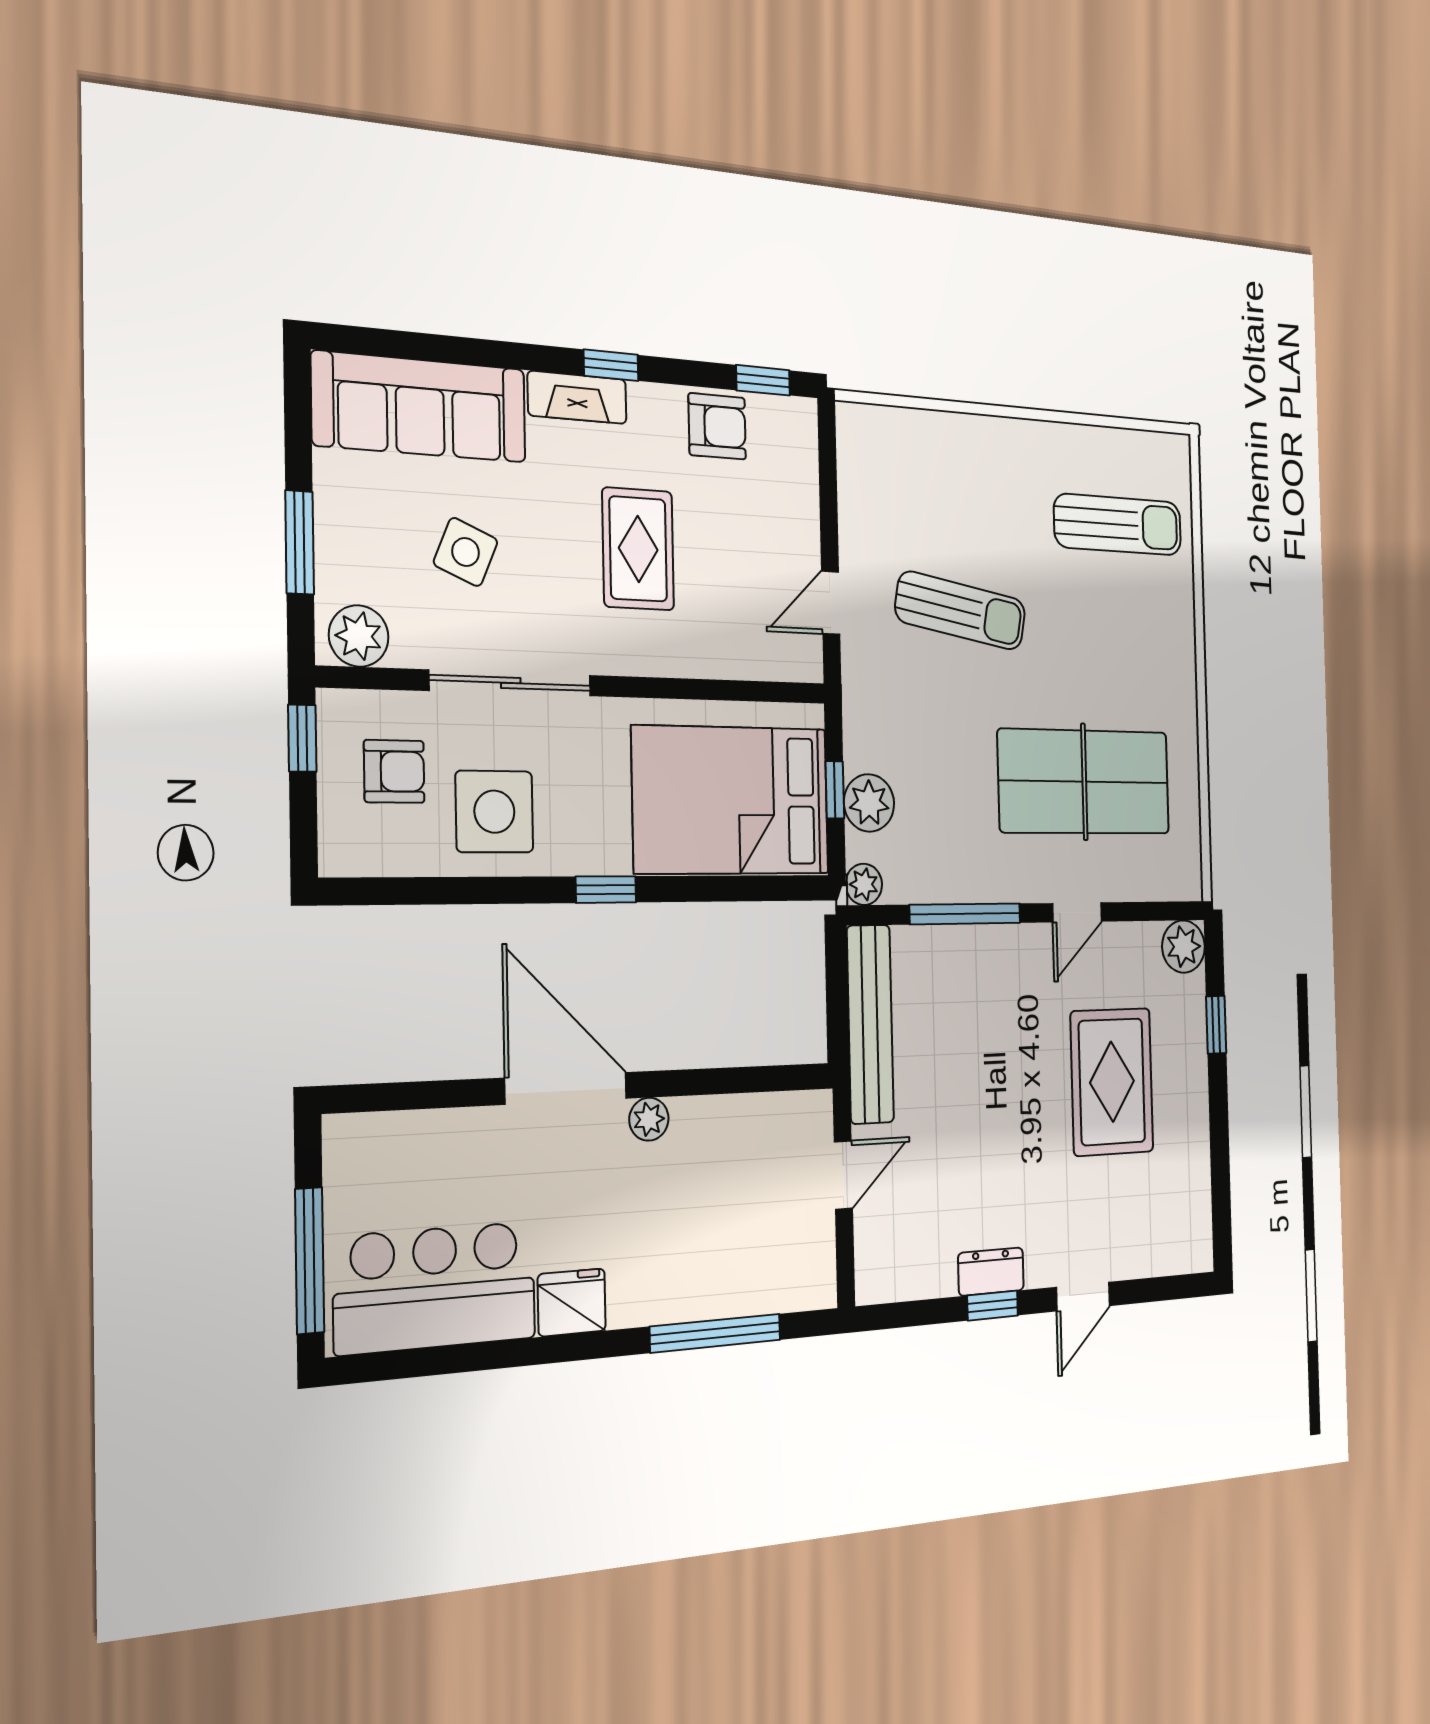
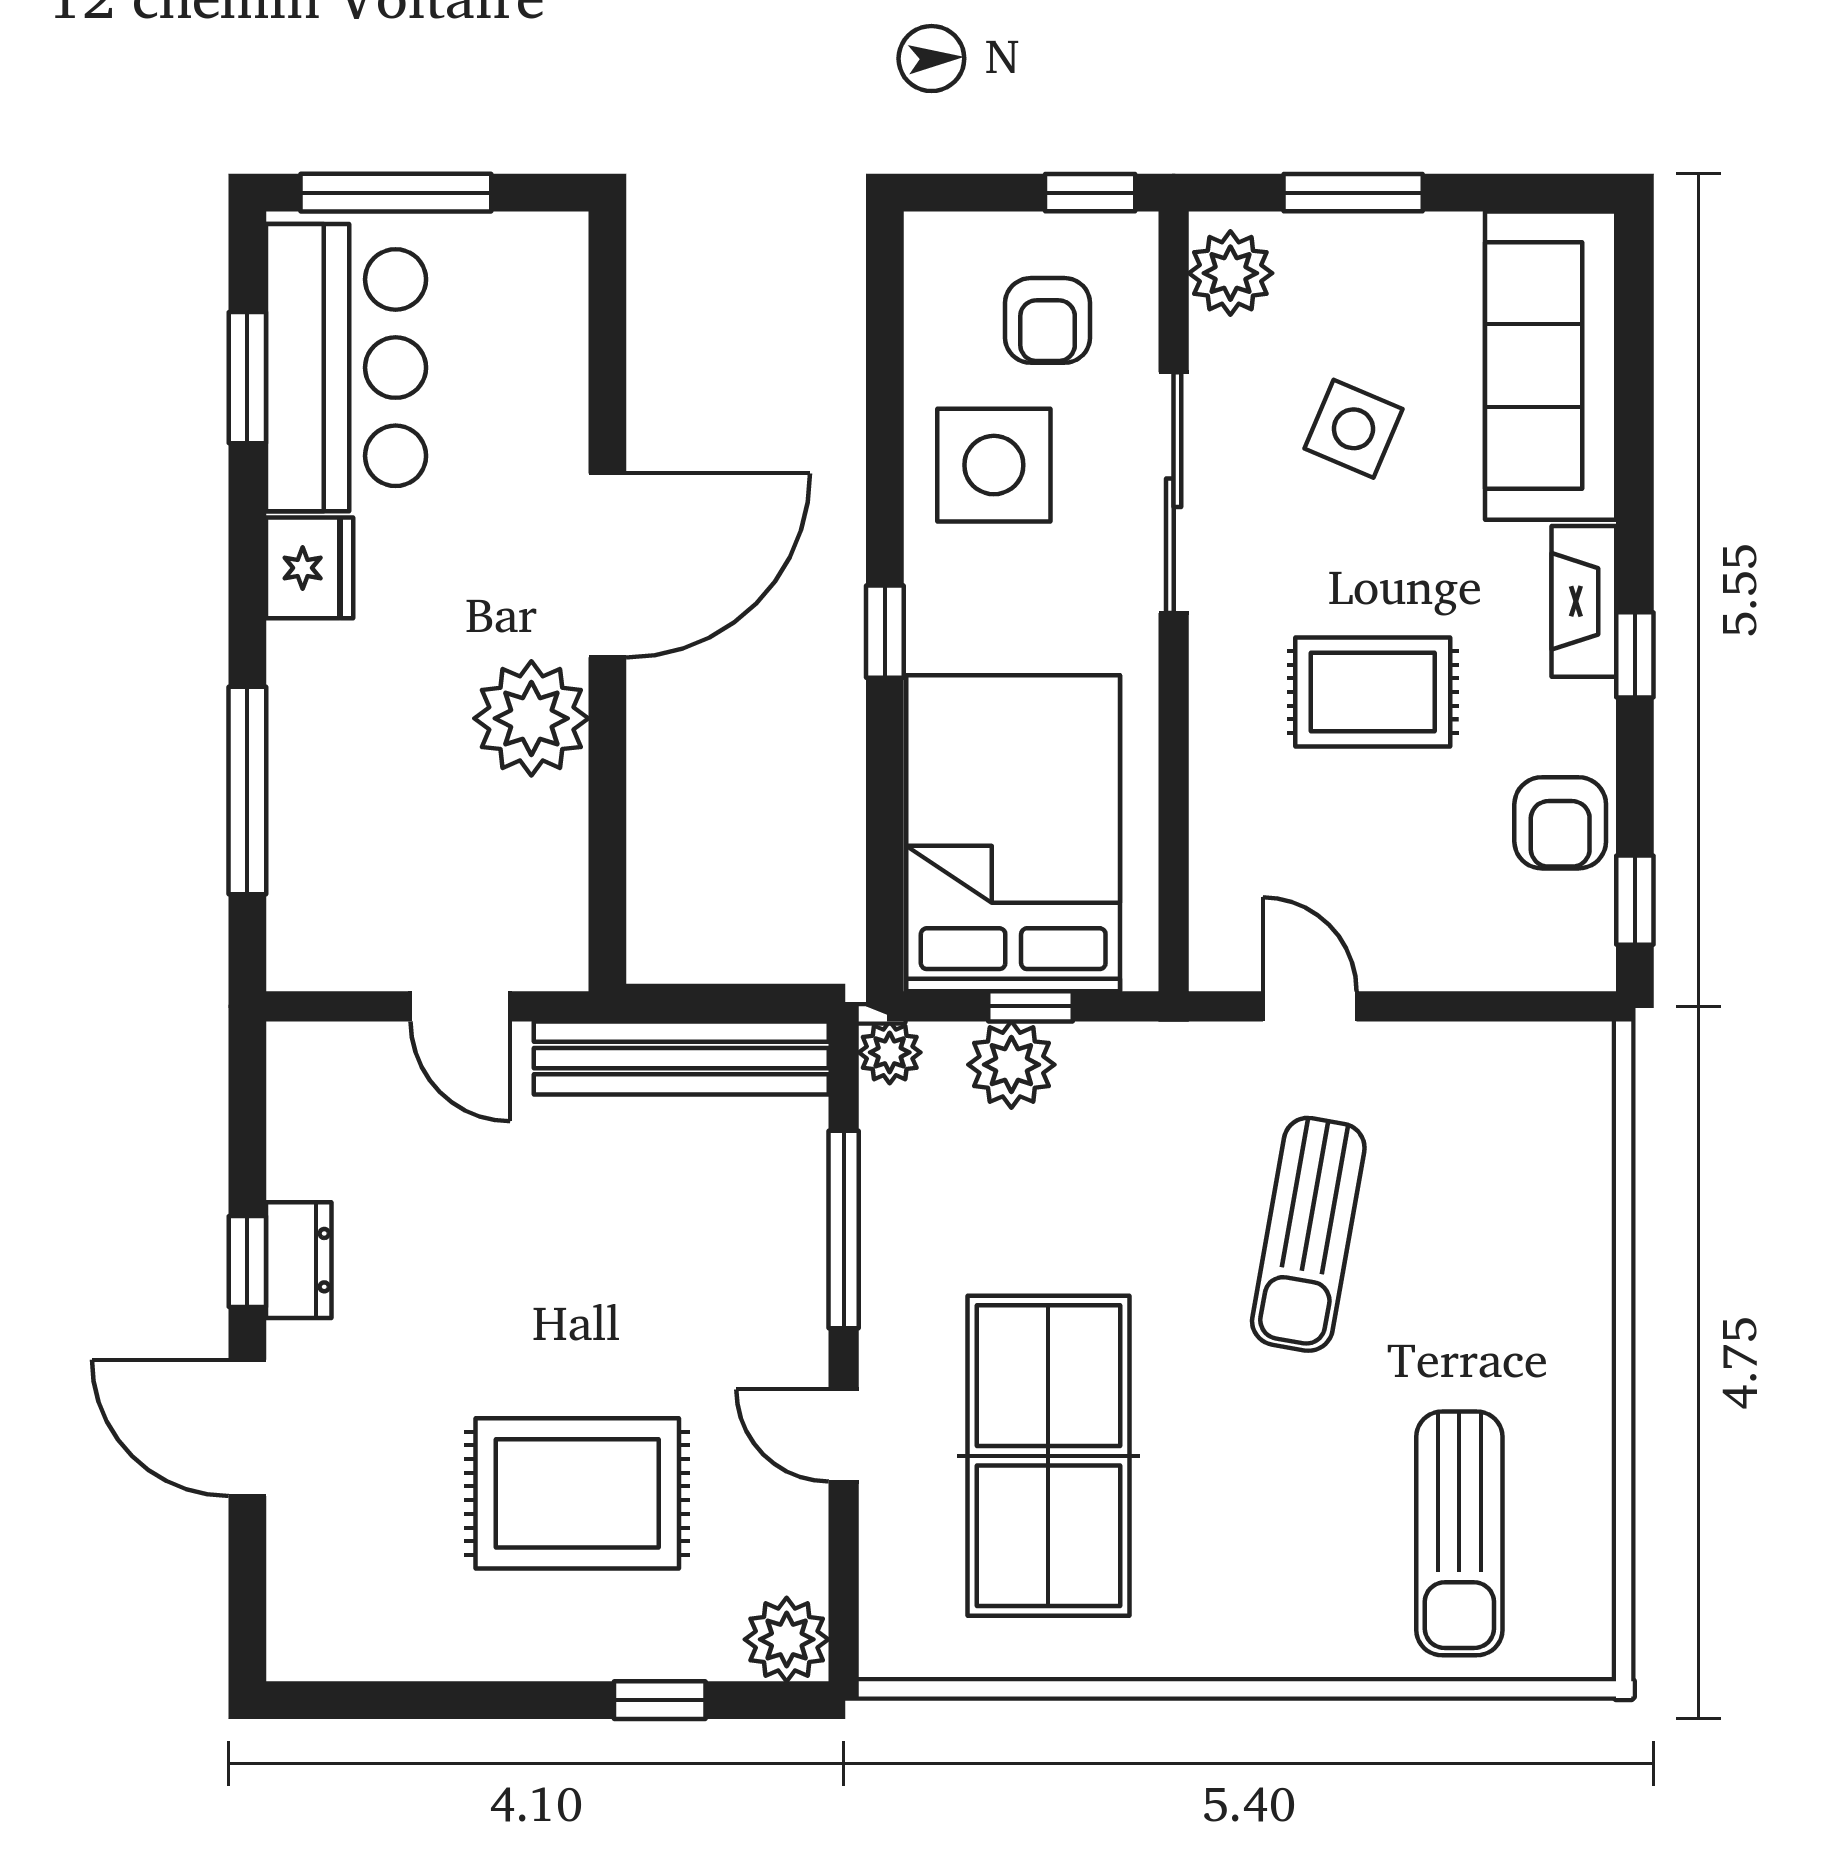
plant: (649, 1119) -> (531, 718), width x1.88, depth x1.88
door: (1083, 1297) -> (247, 1428), width x1.38
window: (443, 1360) -> (247, 378), added

